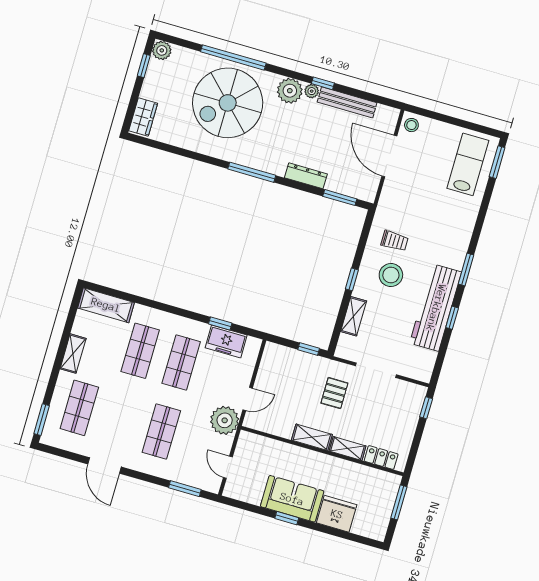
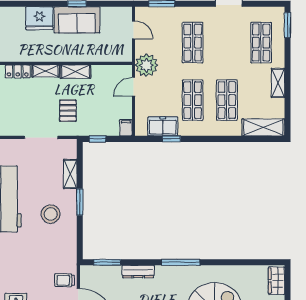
trolley: (395, 241) -> (65, 280), moved
window: (352, 279) -> (80, 202), width x1.50
filing cabinet: (271, 353) -> (126, 128), added

